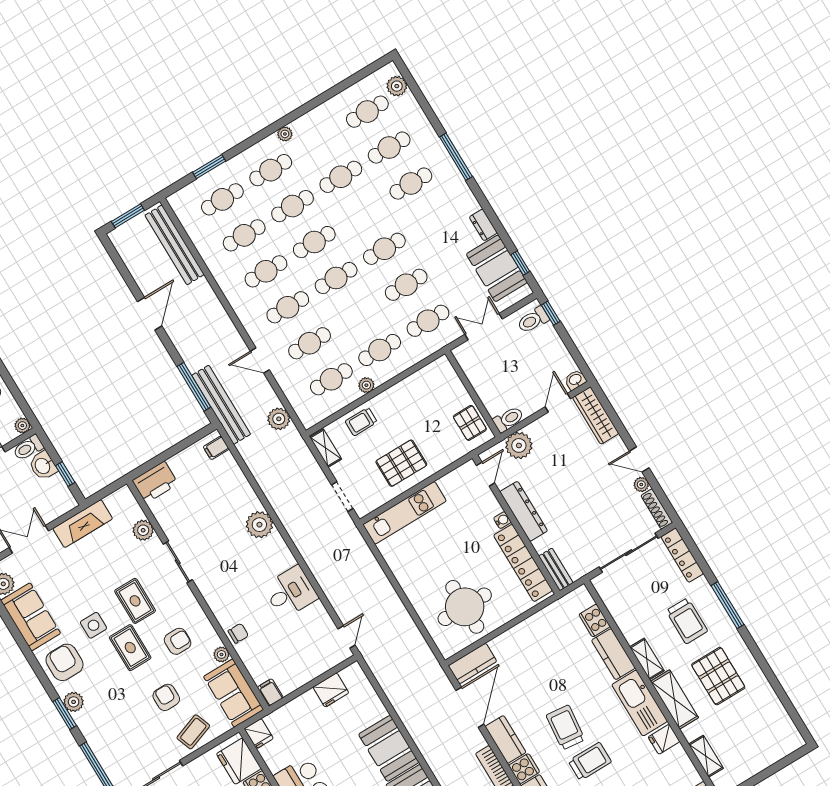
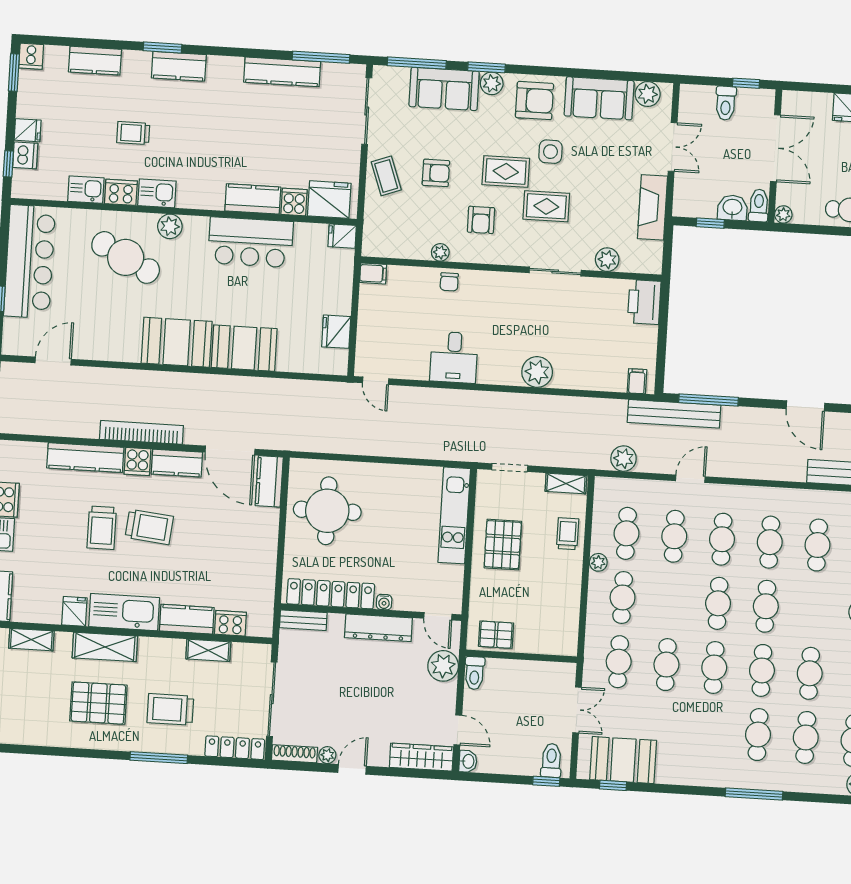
cafe table: (292, 206) -> (762, 670), moved
dresser: (483, 225) -> (672, 775), removed
shelving: (647, 659) -> (208, 650), moved
sofa: (234, 693) -> (444, 89), moved, turned 180

